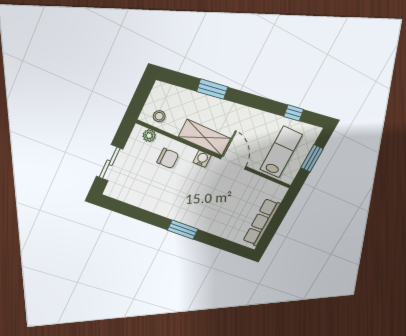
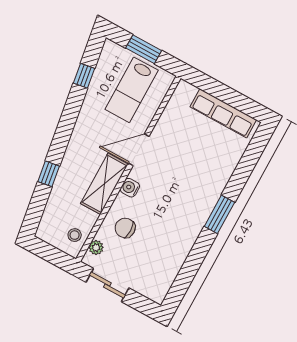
window: (212, 89) -> (49, 174), width x0.67
lab bench: (281, 152) -> (132, 90), turned -90
chair: (168, 158) -> (125, 228), turned -90
sliding door: (110, 163) -> (107, 285), moved

